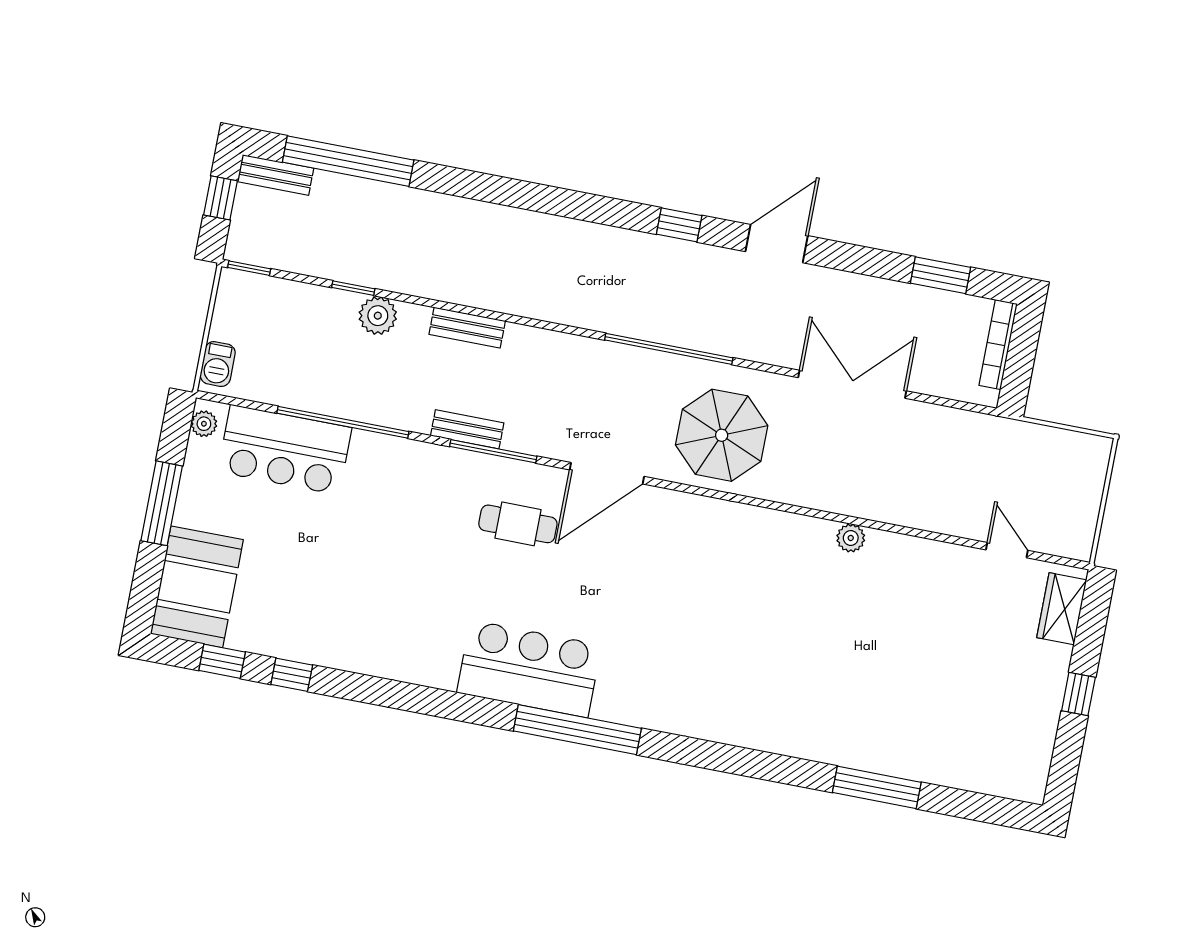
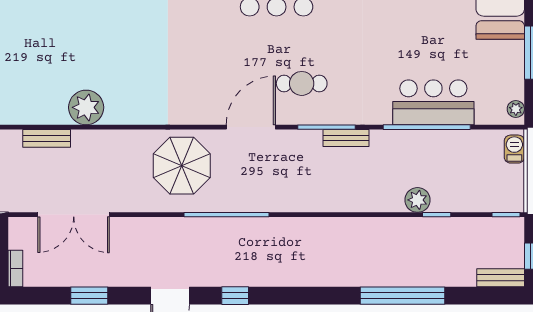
window: (348, 161) -> (402, 296), moved
window: (941, 275) -> (89, 296), moved
bench: (467, 328) -> (47, 138), moved
bookcase: (998, 344) -> (15, 268), width x0.64
double door: (852, 384) -> (74, 215), moved
bar counter: (285, 450) -> (433, 102), moved
plant: (851, 538) -> (86, 107), width x1.88, depth x1.88

